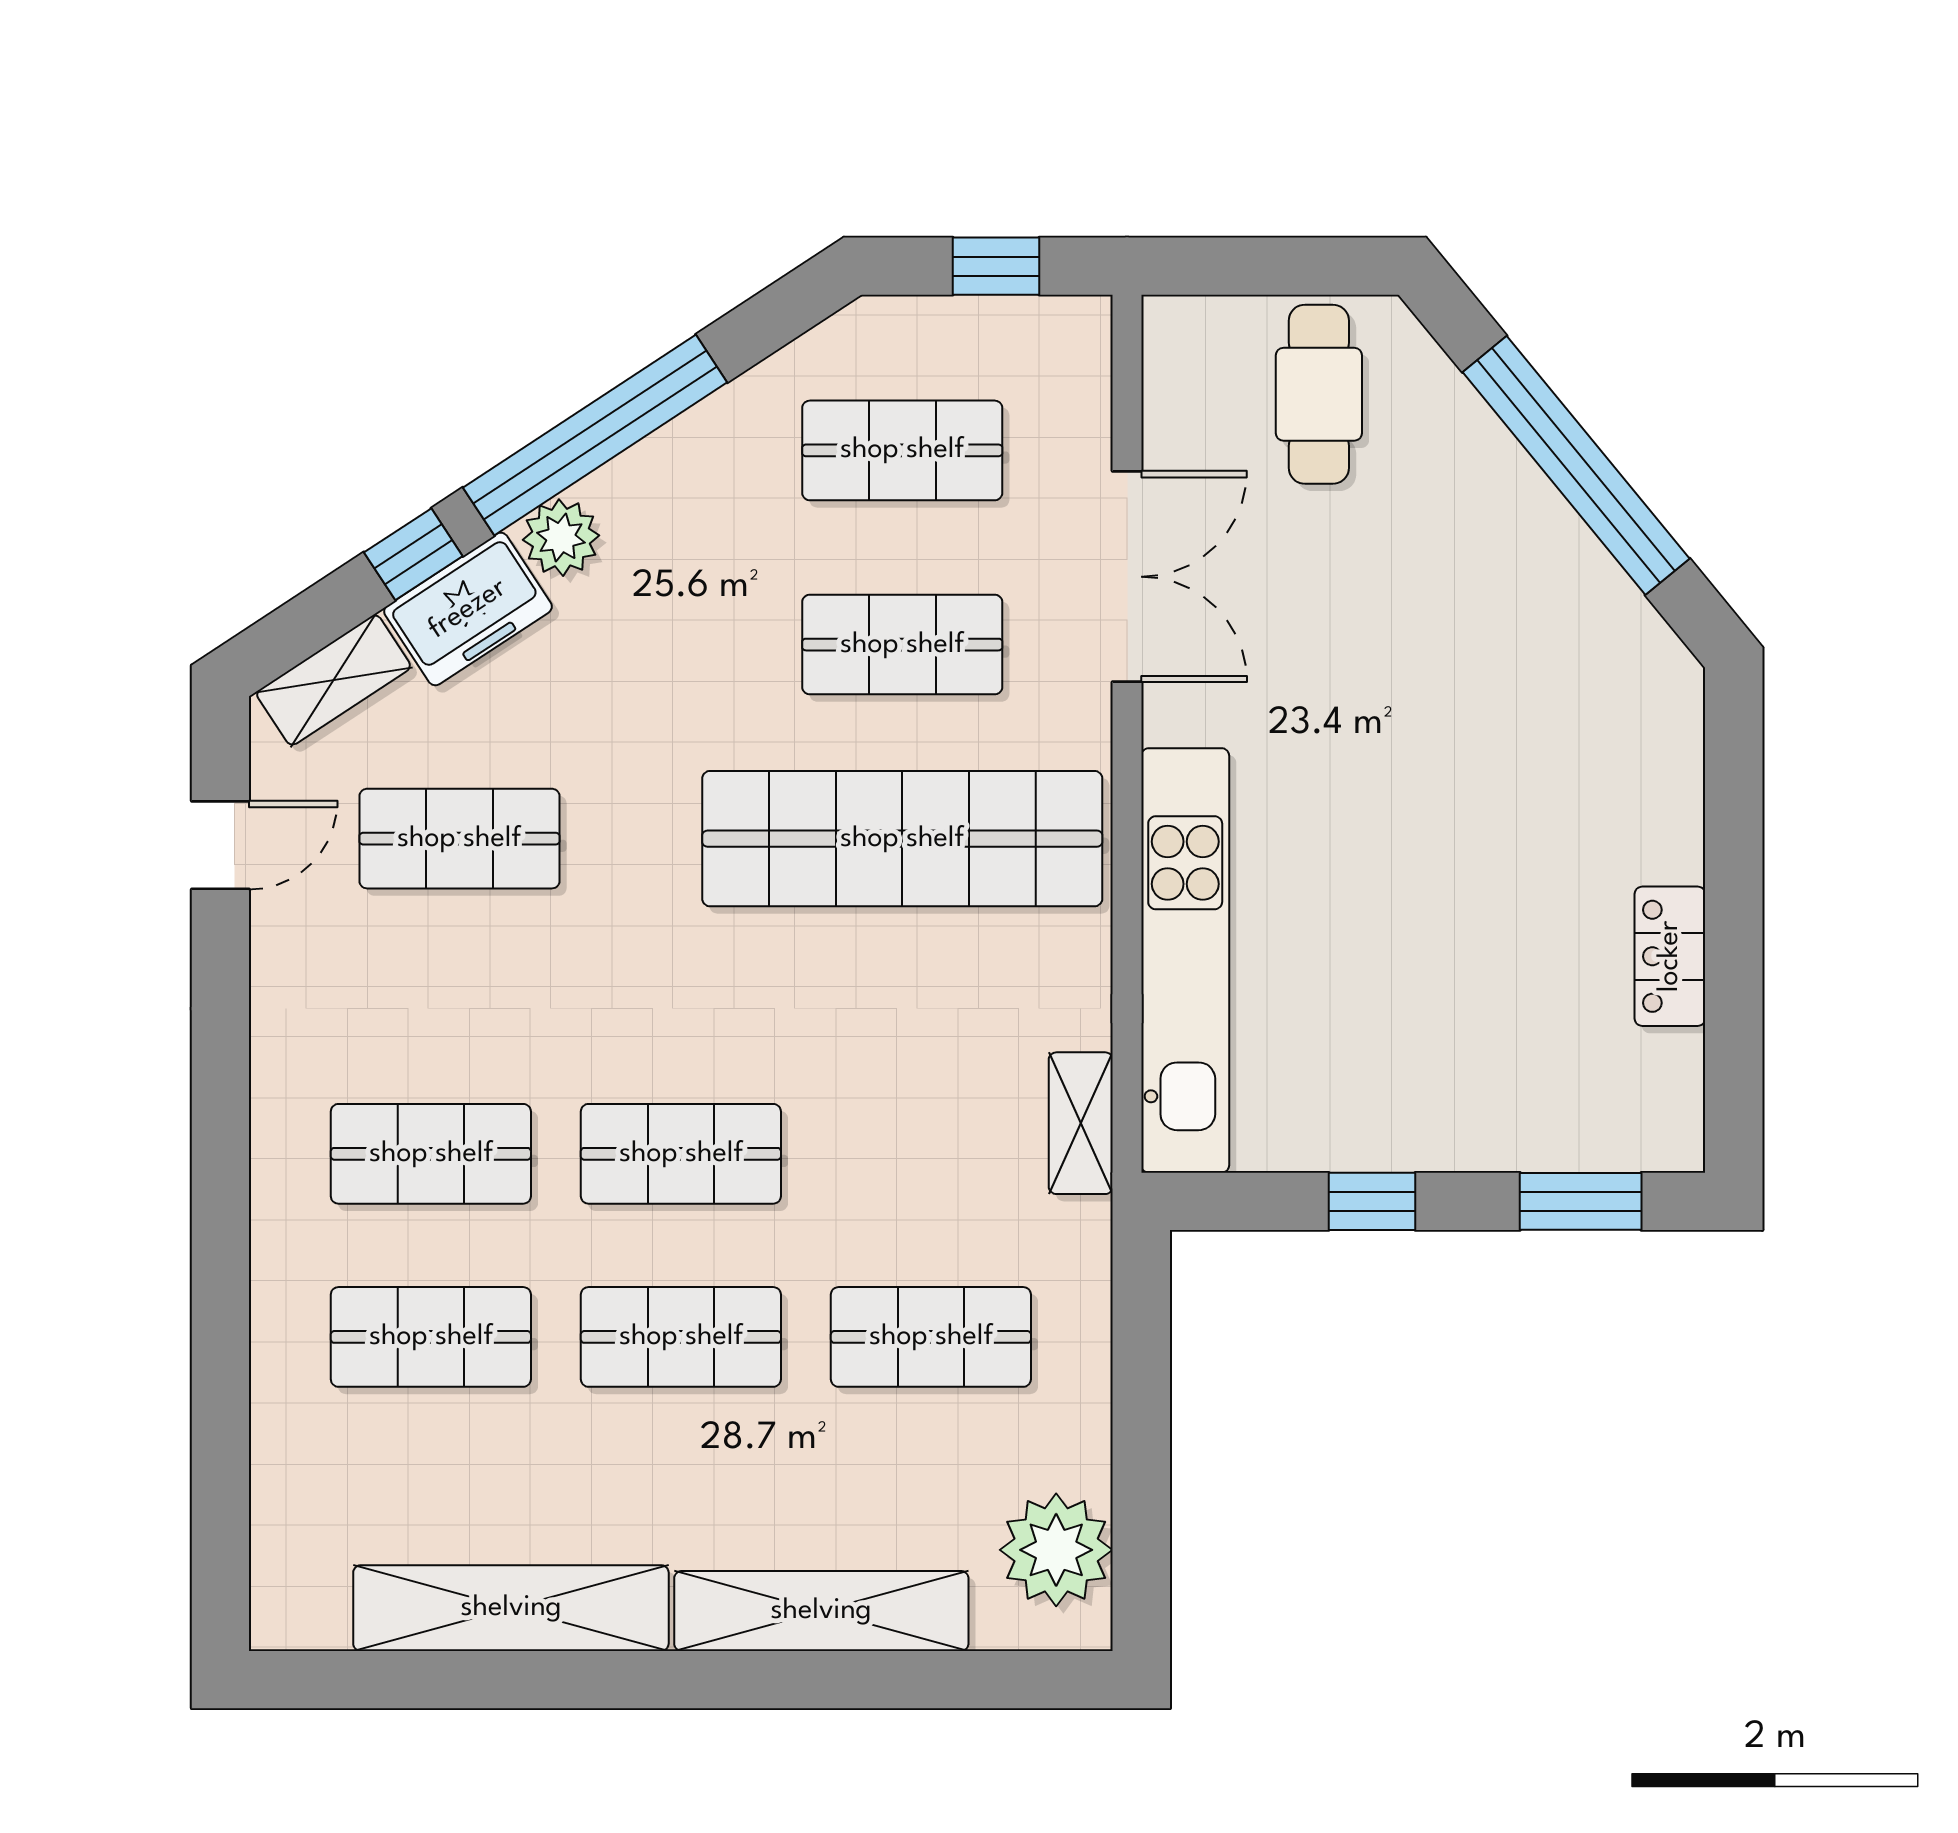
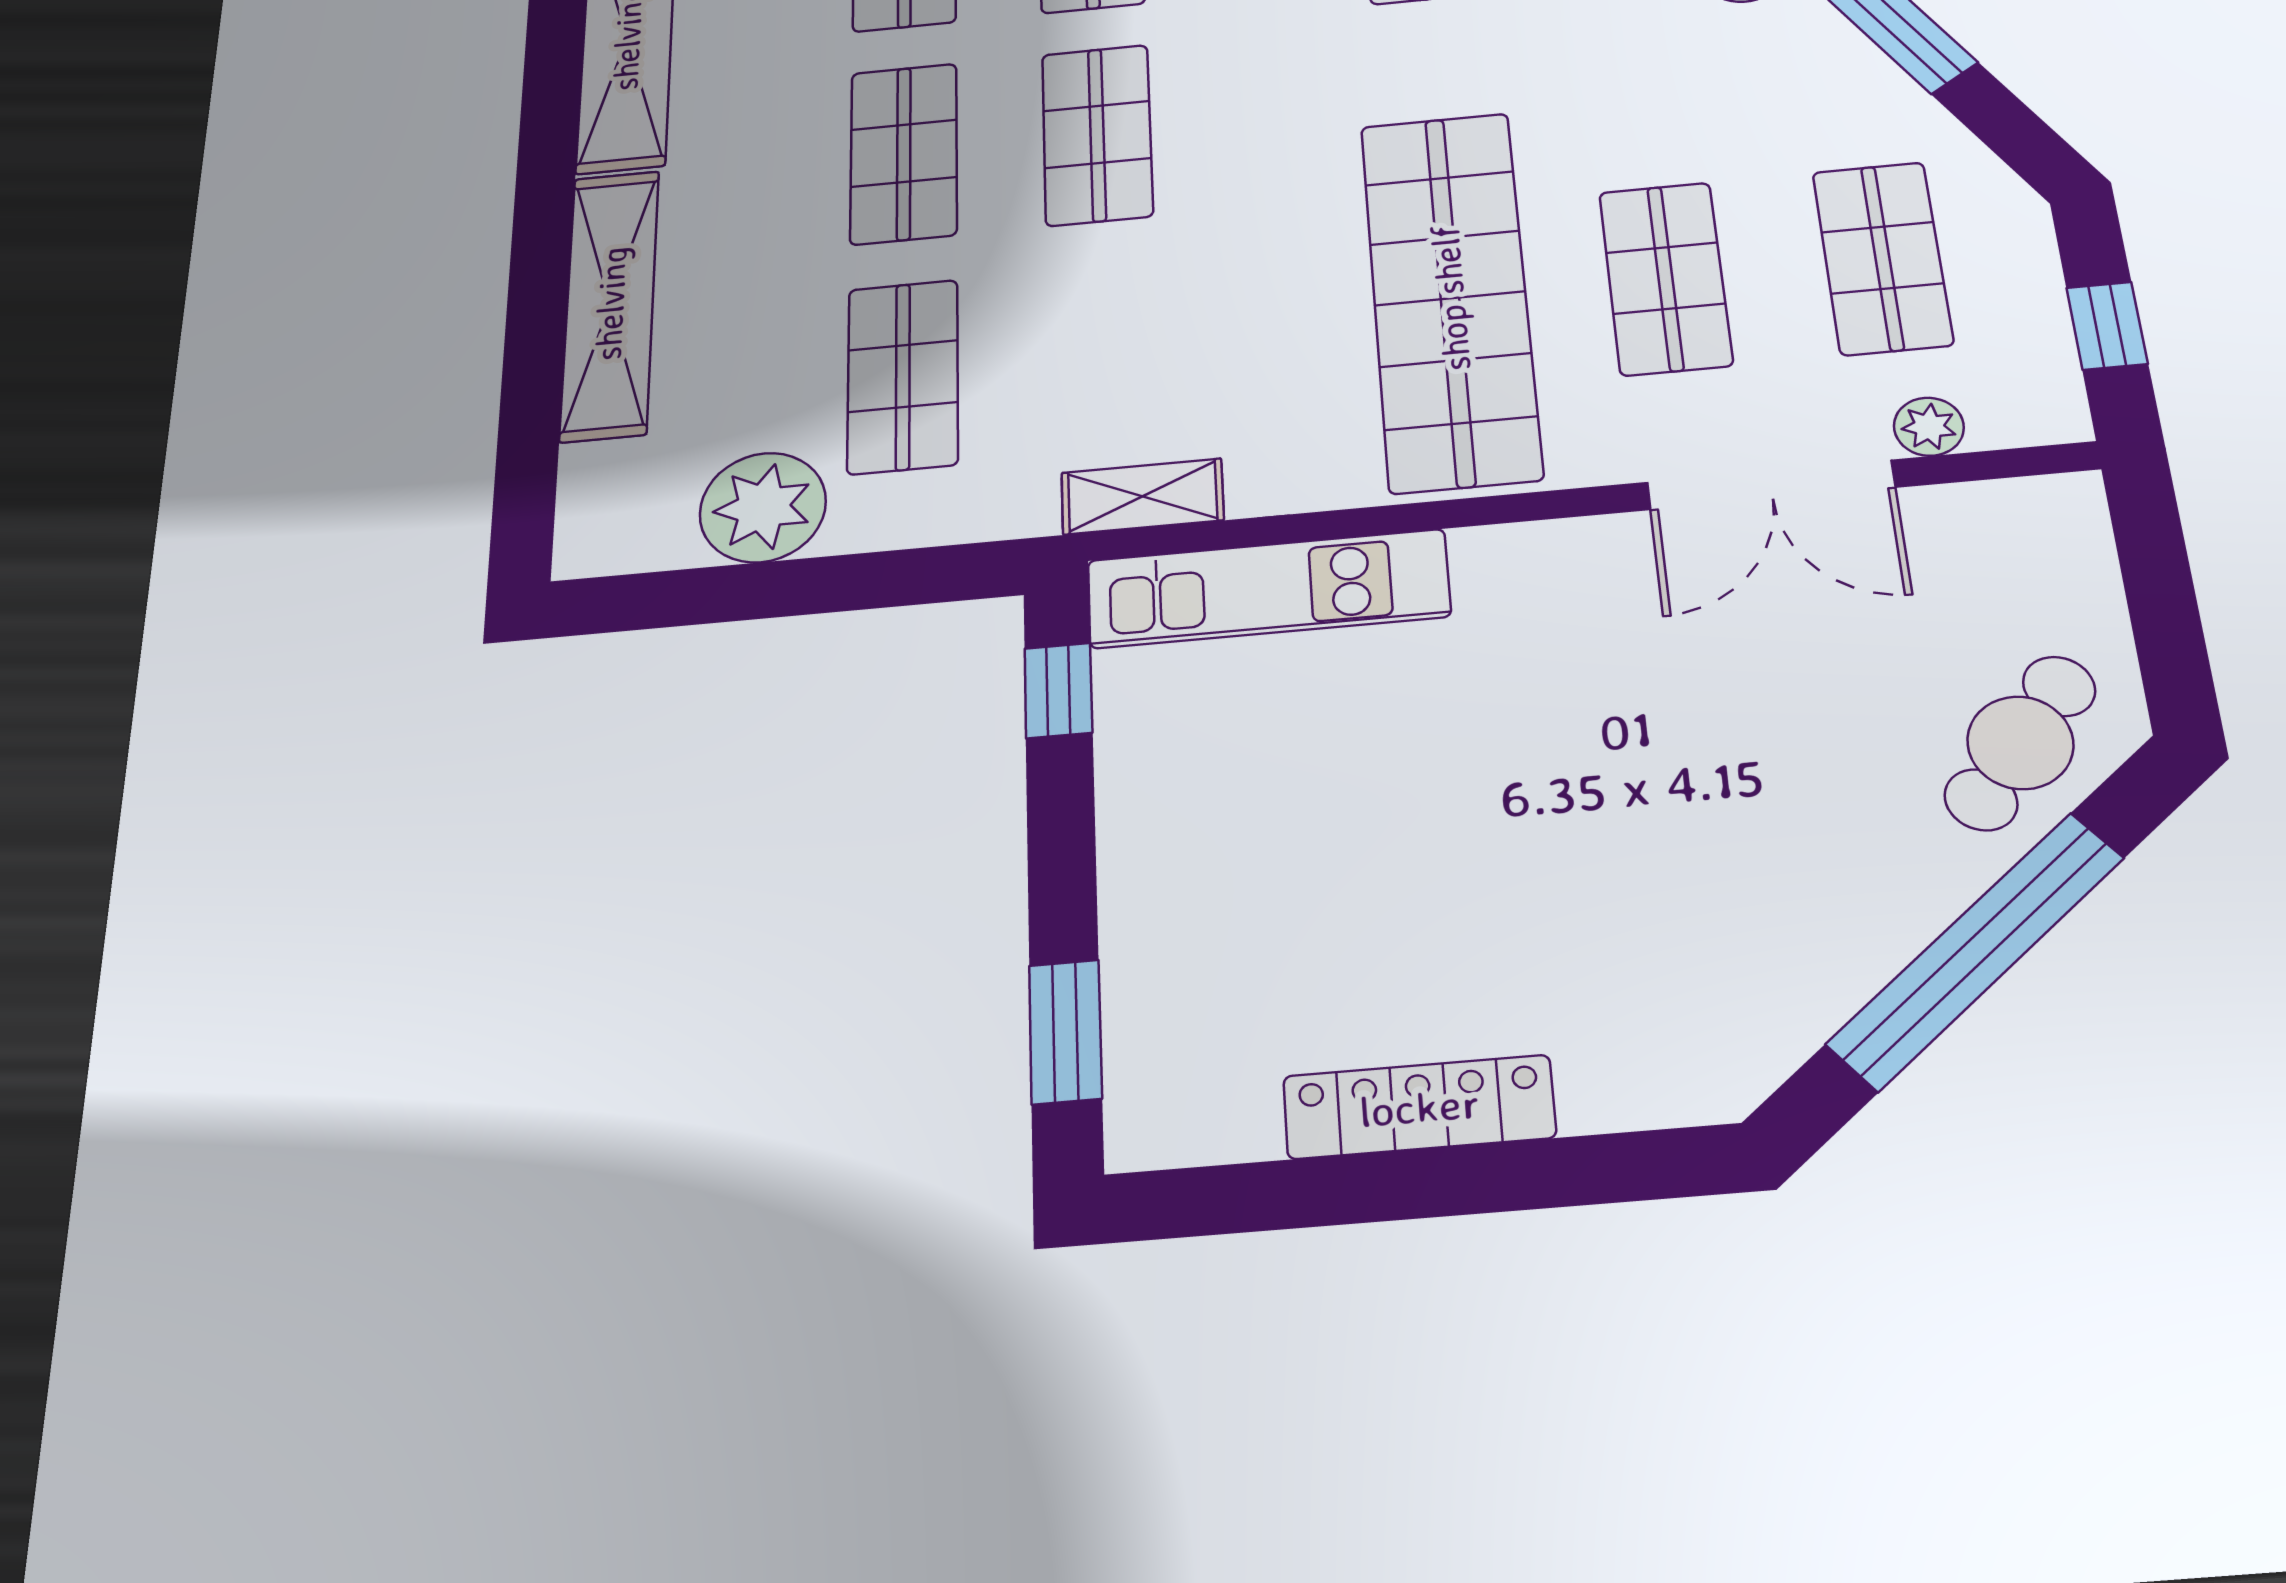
cafe table: (1319, 394) -> (2020, 743), moved, turned -51
plant: (1083, 434) -> (1929, 427), added
locker: (1670, 956) -> (1419, 1107), width x1.53
kitchen unit: (1185, 960) -> (1268, 589), width x0.73
window: (1372, 1201) -> (1058, 690), moved
plant: (1056, 1550) -> (763, 507), moved

